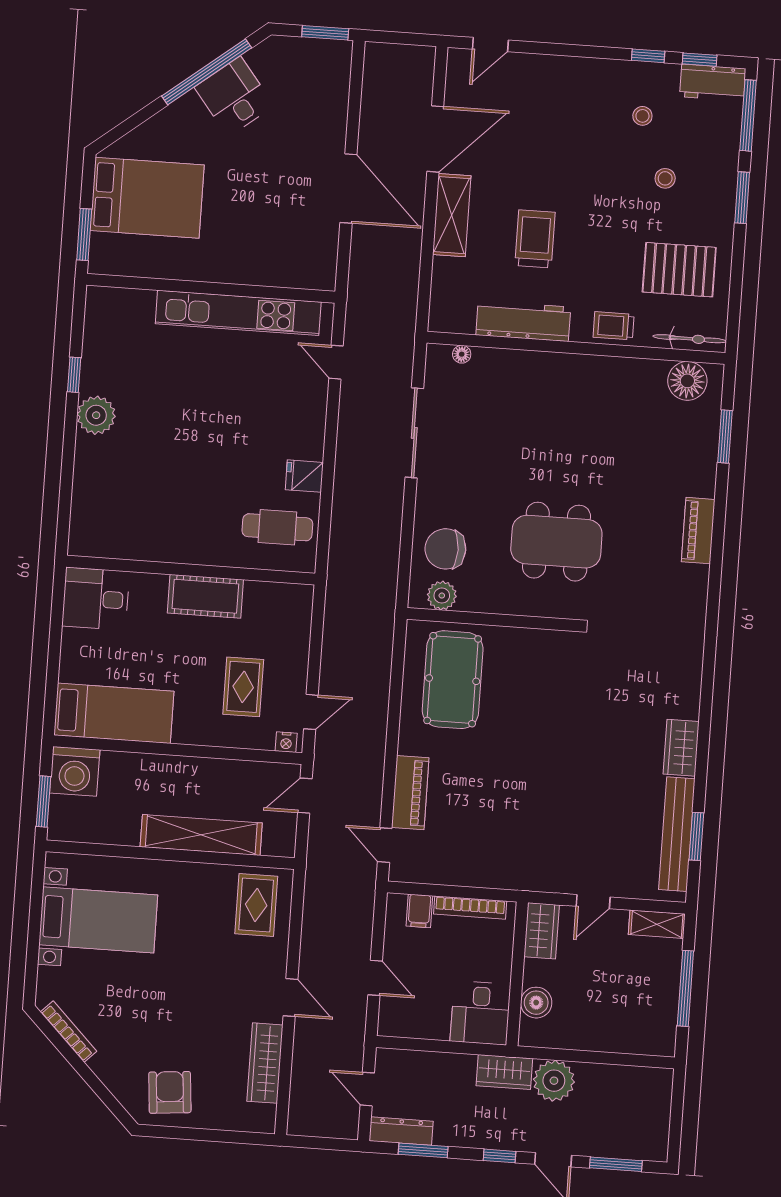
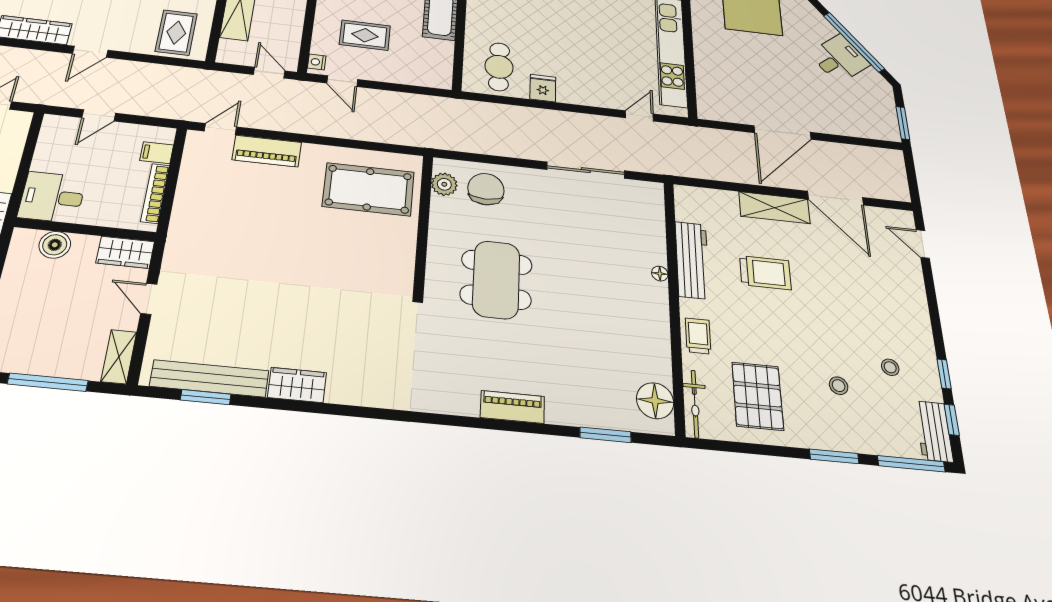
floor lamp: (462, 354) -> (660, 274), moved
rug: (256, 905) -> (176, 33), turned 90

